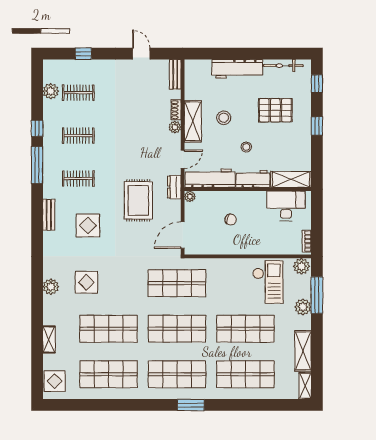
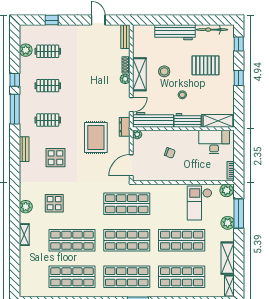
checkout: (268, 282) -> (200, 203), turned 180
shelving: (49, 340) -> (24, 235), moved
display table: (55, 381) -> (29, 282), removed

